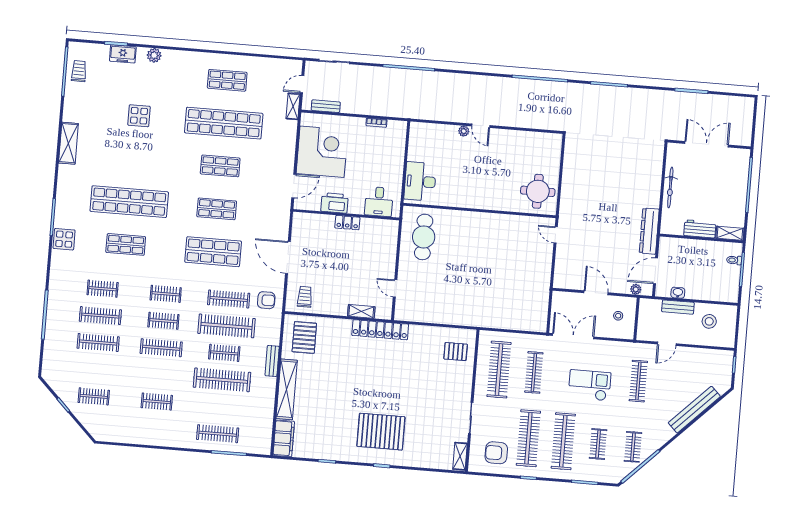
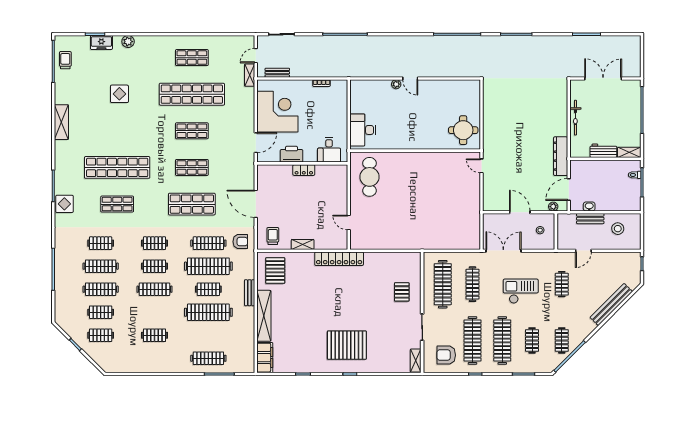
shelving: (361, 311) -> (303, 244), moved
pallet: (456, 352) -> (402, 292), moved, turned 90
clothes rail: (96, 369) -> (101, 312), added
clothes rail: (638, 381) -> (562, 284), width x0.73

